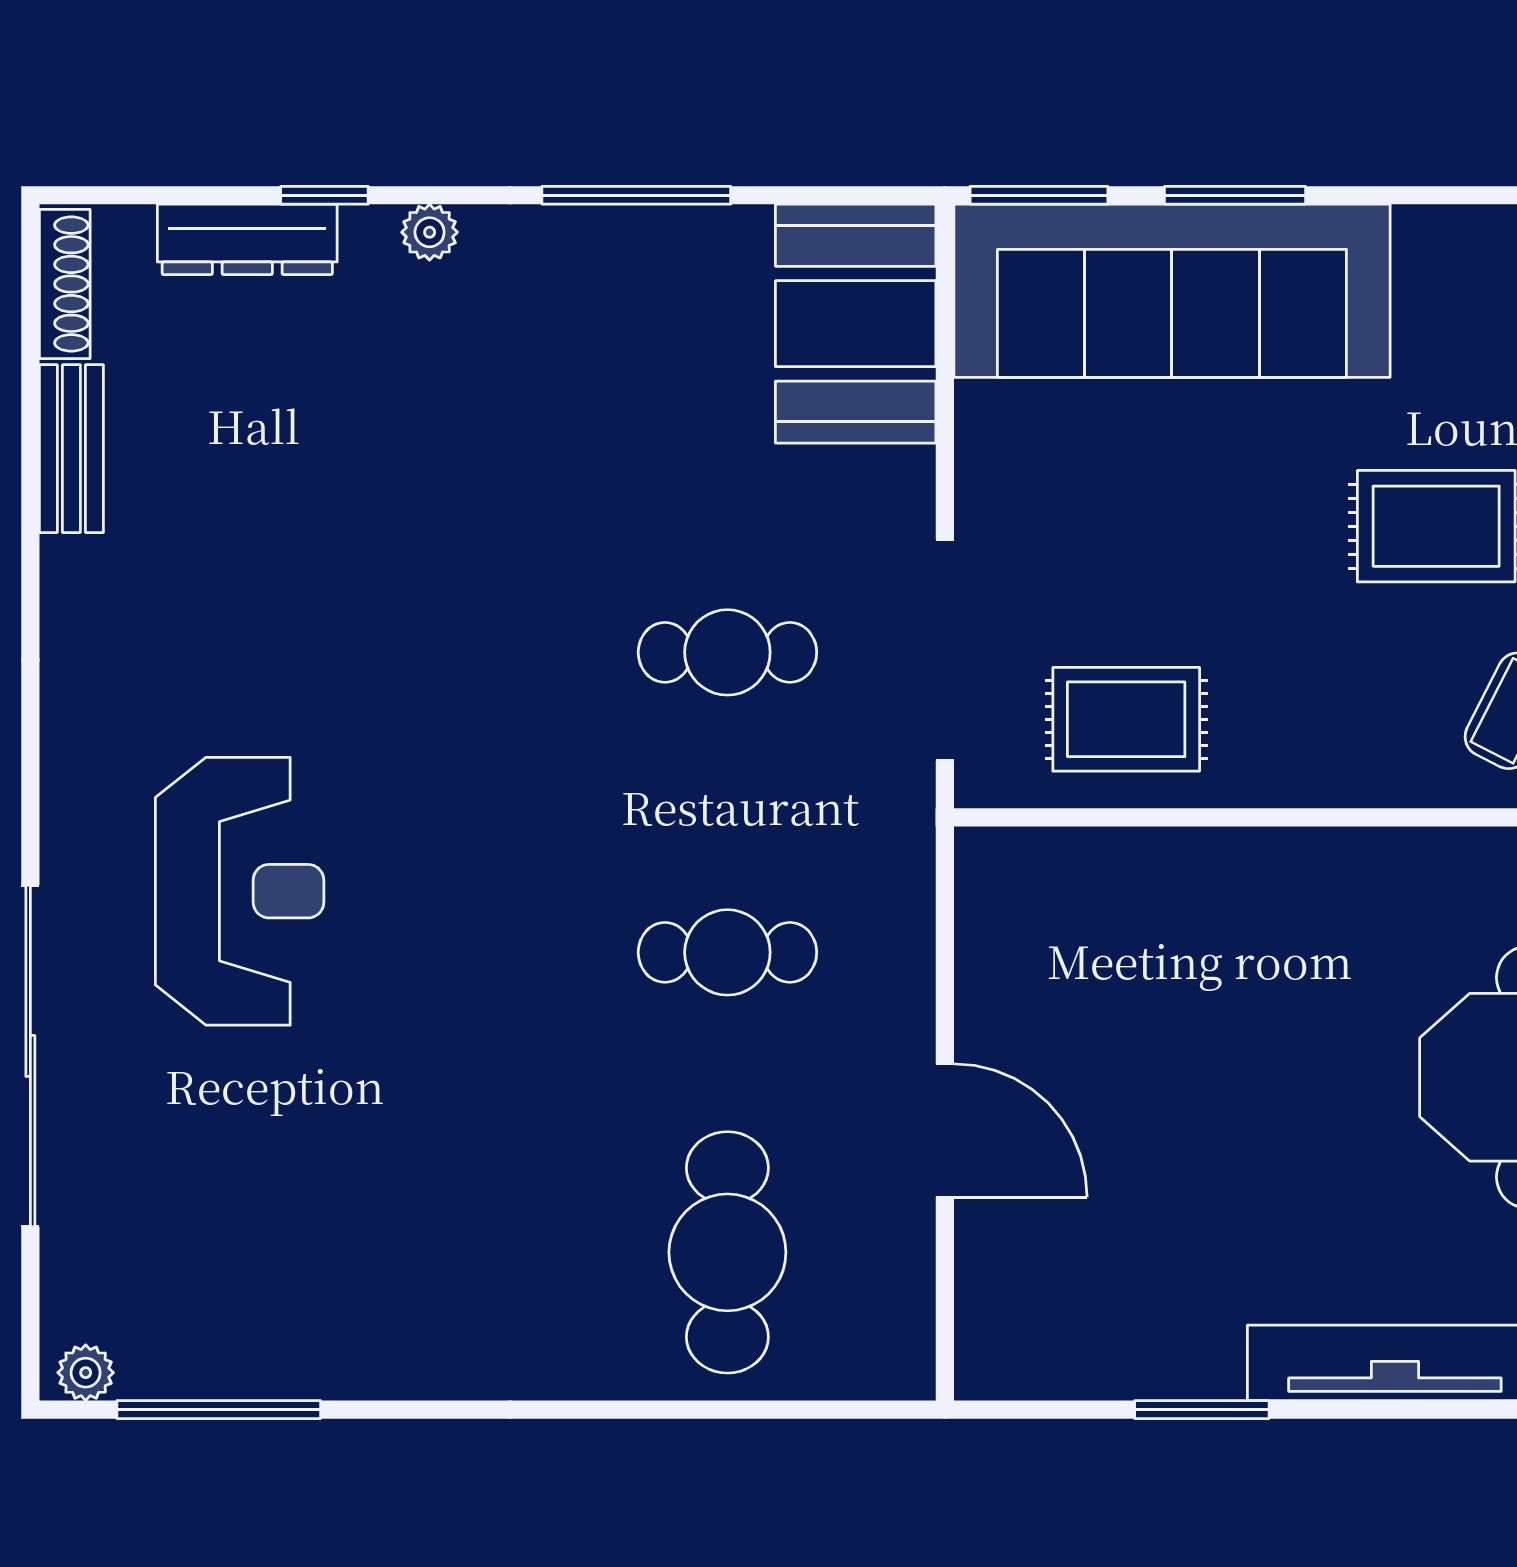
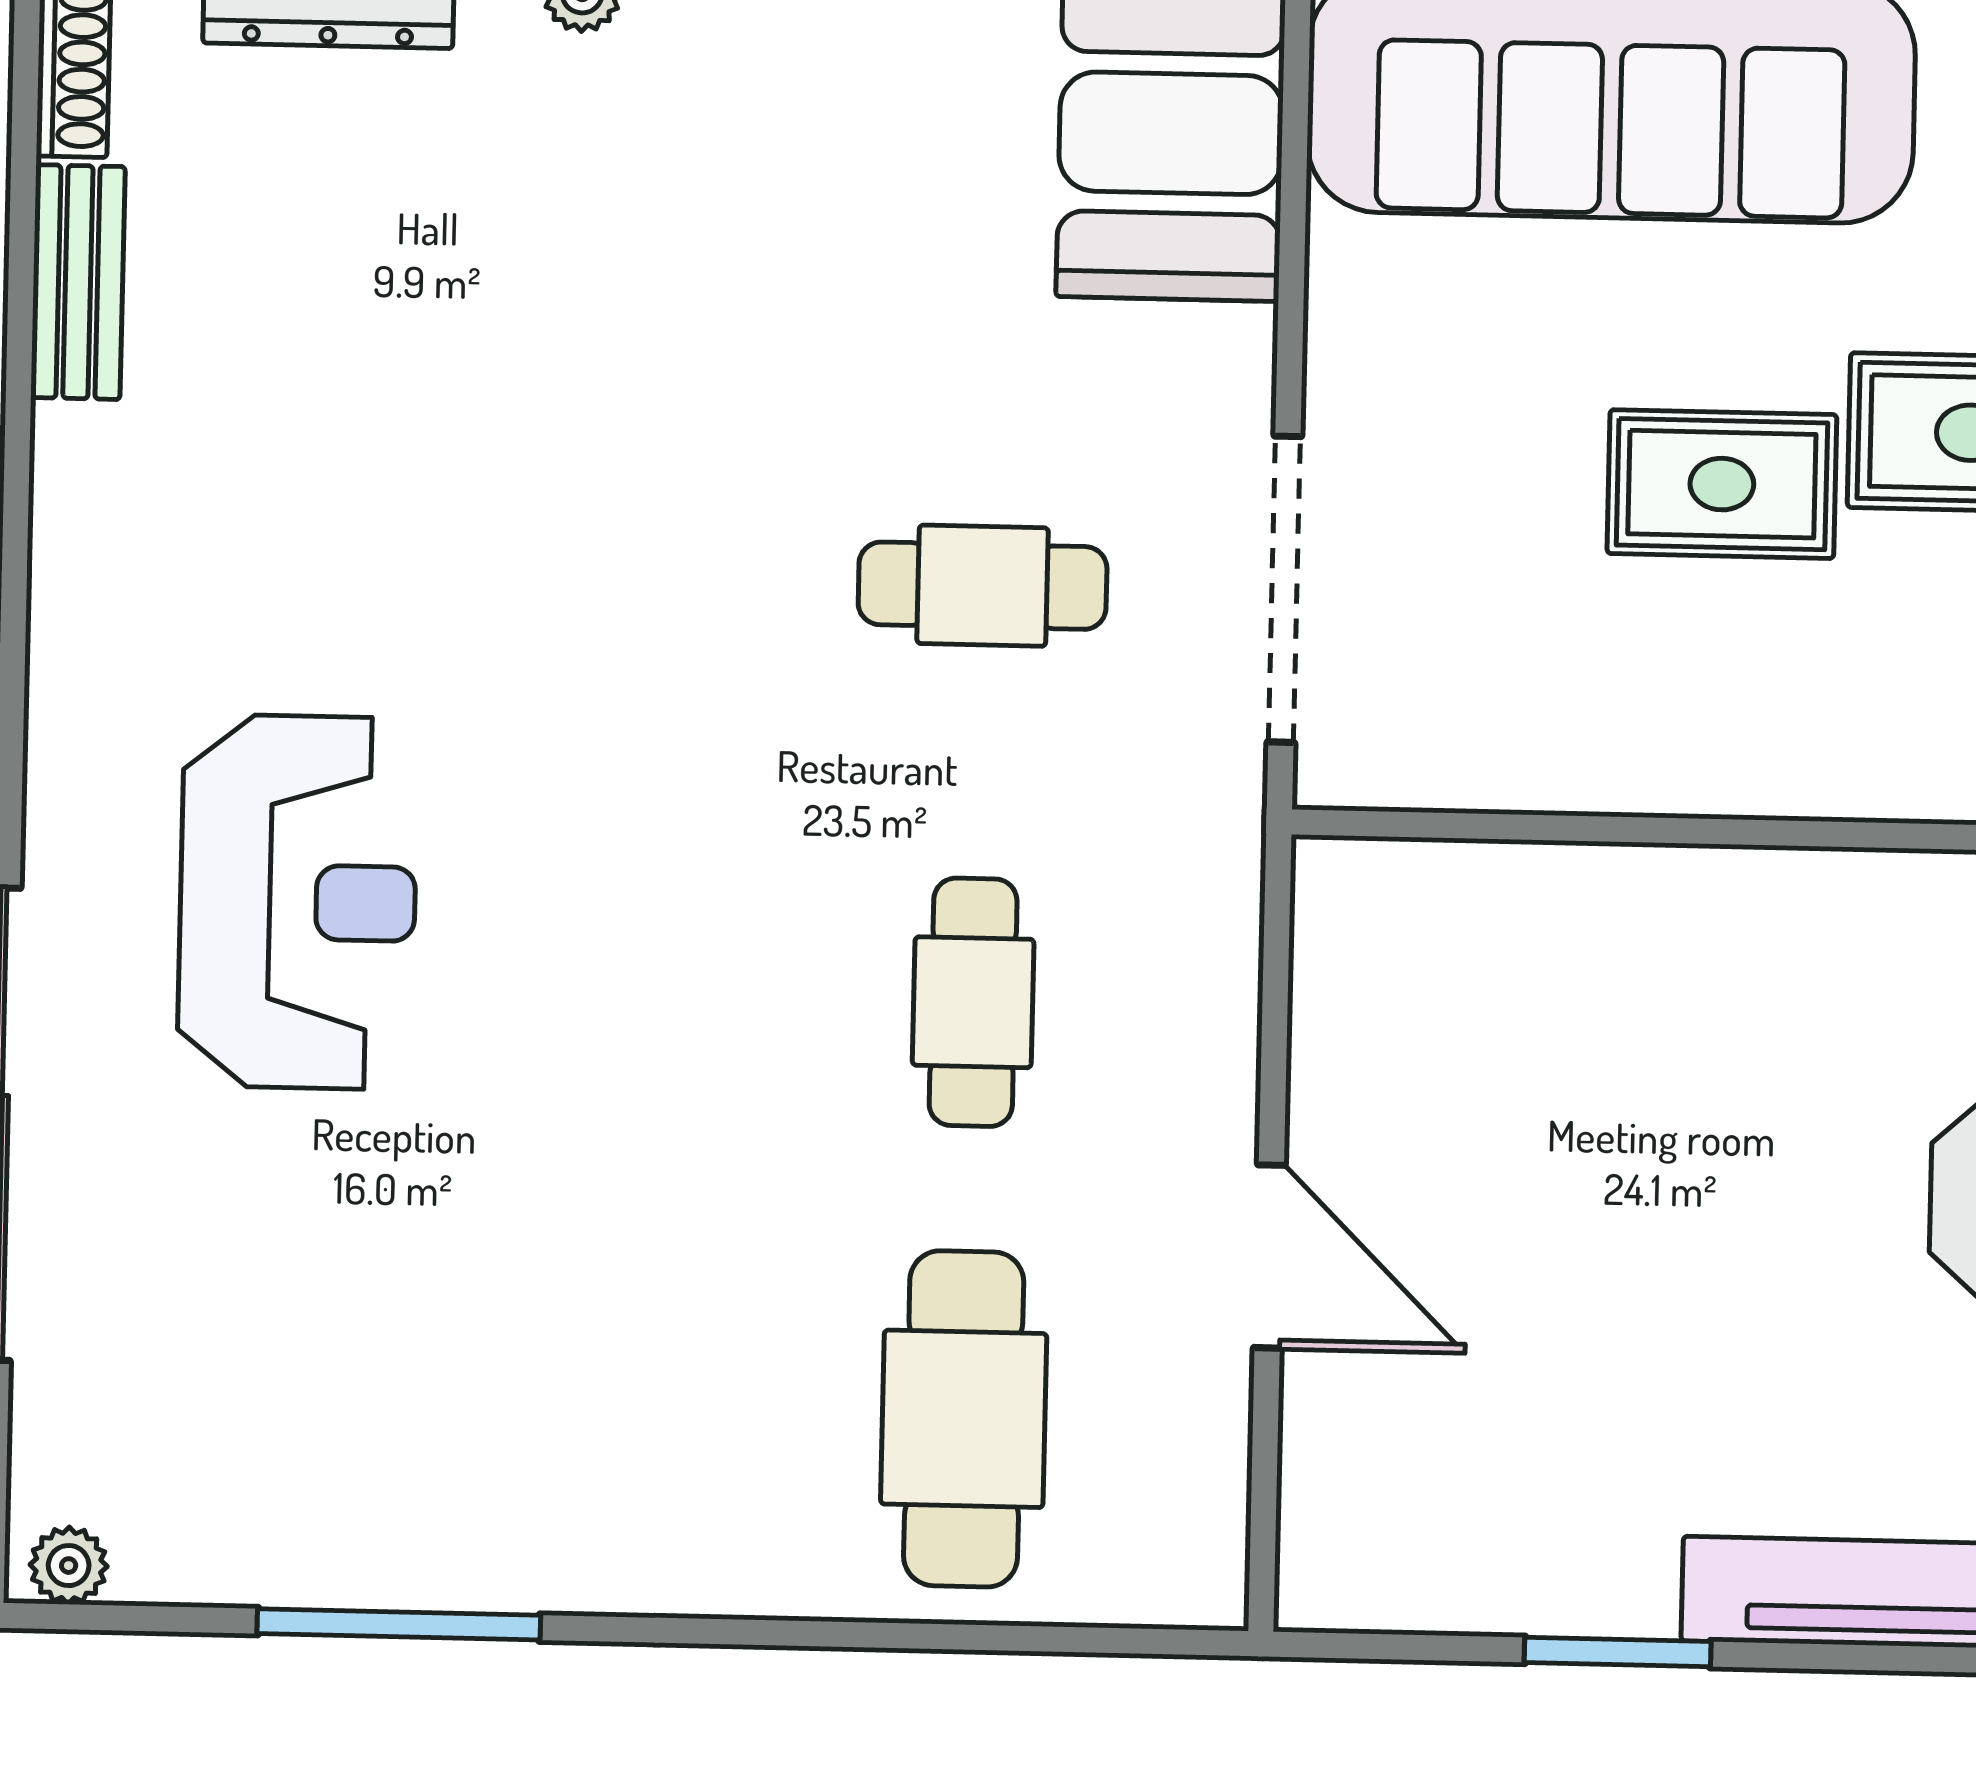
rug: (1126, 719) -> (1722, 484), moved
cafe table: (727, 952) -> (973, 1002), turned 90
window: (219, 1410) -> (399, 1624), moved

